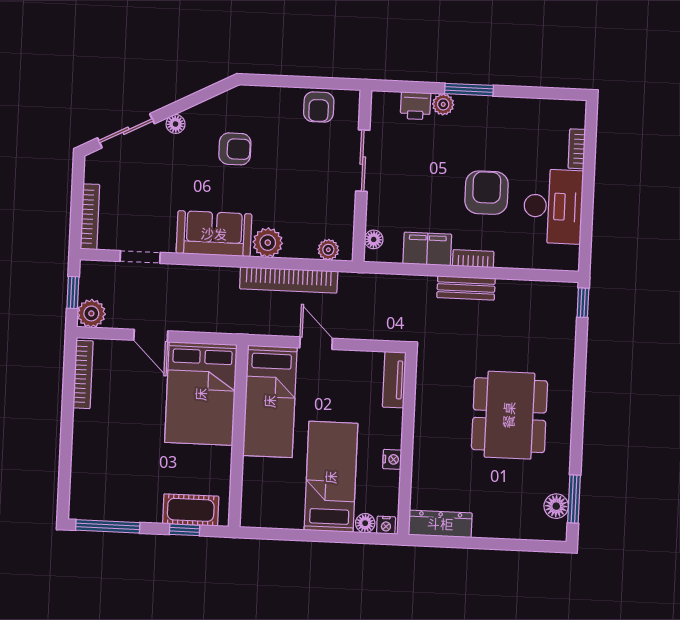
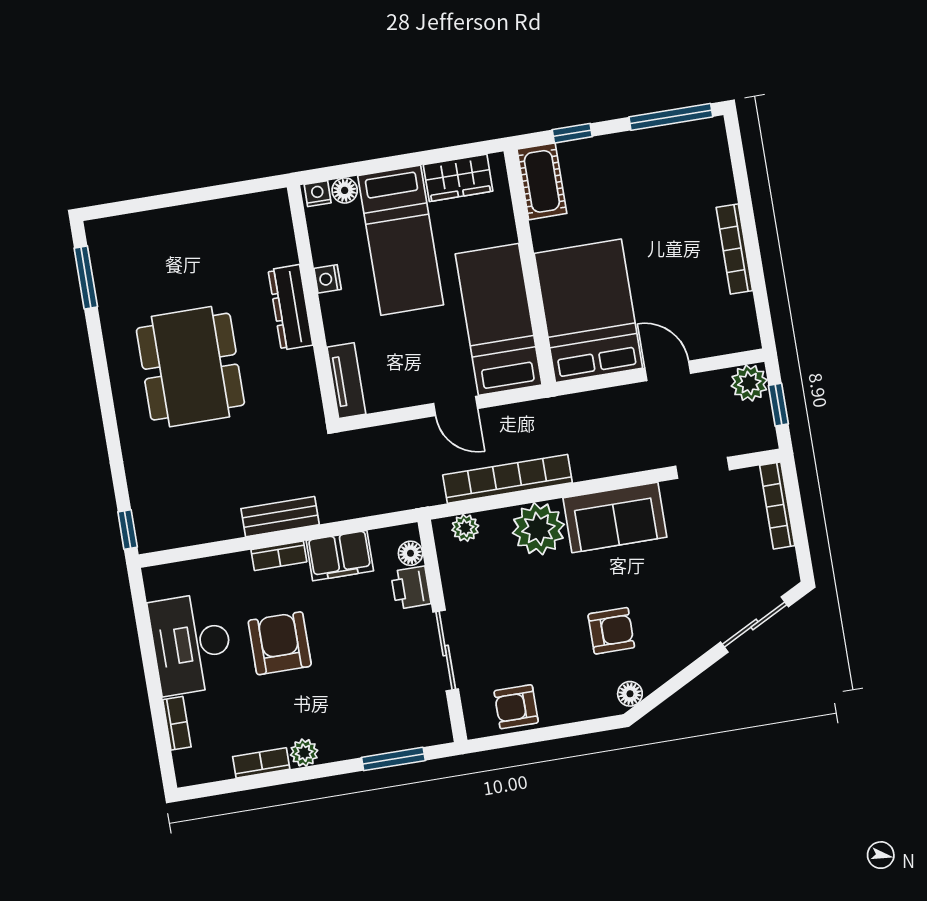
window: (469, 90) -> (393, 759), moved
plant: (443, 104) -> (304, 753), moved
bookcase: (520, 105) -> (261, 763), added
printer: (416, 106) -> (411, 588), moved, turned -90
armchair: (319, 107) -> (516, 707), turned -90
floor lamp: (176, 124) -> (630, 694), moved
armchair: (235, 149) -> (611, 631), turned 180
armchair: (487, 193) -> (280, 643), turned 180
plant: (268, 243) -> (538, 529), width x1.36, depth x1.36
bookcase: (83, 374) -> (734, 249), moved
floor lamp: (556, 506) -> (106, 264), removed
cot: (191, 510) -> (542, 181), moved, turned 90
wardrobe: (278, 514) -> (458, 178), added
dresser: (440, 524) -> (290, 307), moved, turned 90

